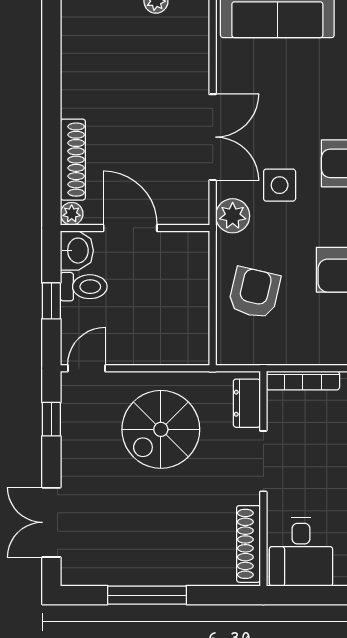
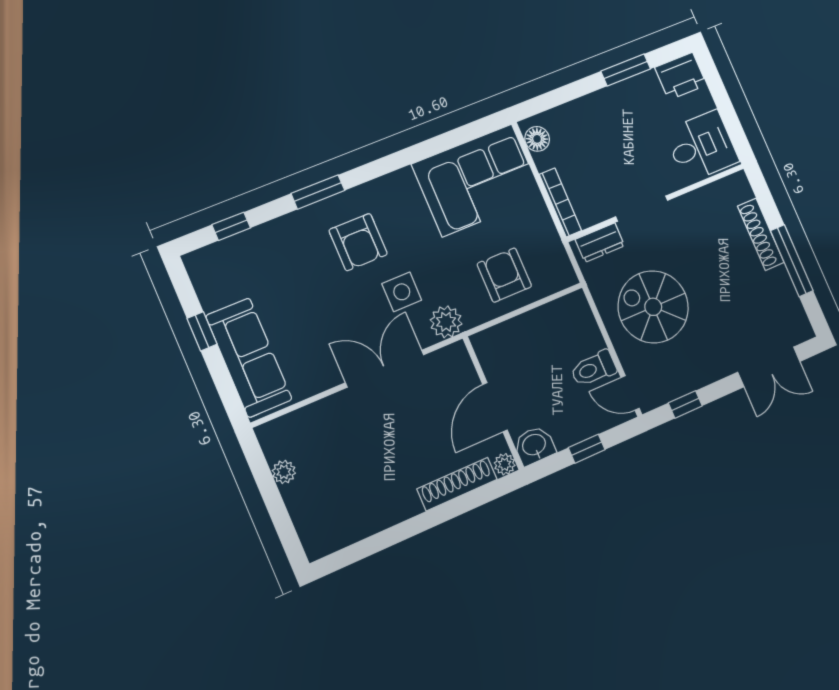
toilet: (84, 287) -> (593, 369), moved, turned -90
armchair: (254, 293) -> (504, 275), turned 77
spiral stairs: (161, 429) -> (653, 307), turned 180
shoe rack: (248, 544) -> (761, 234), moved, turned 90

